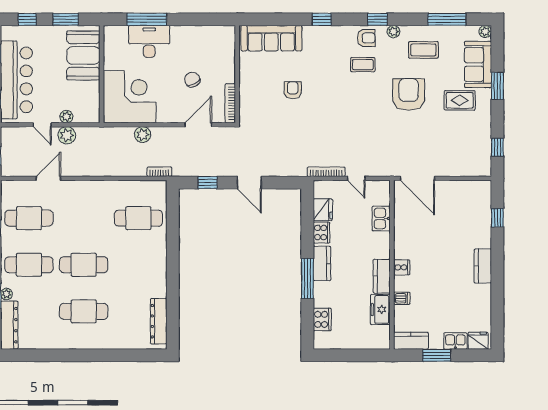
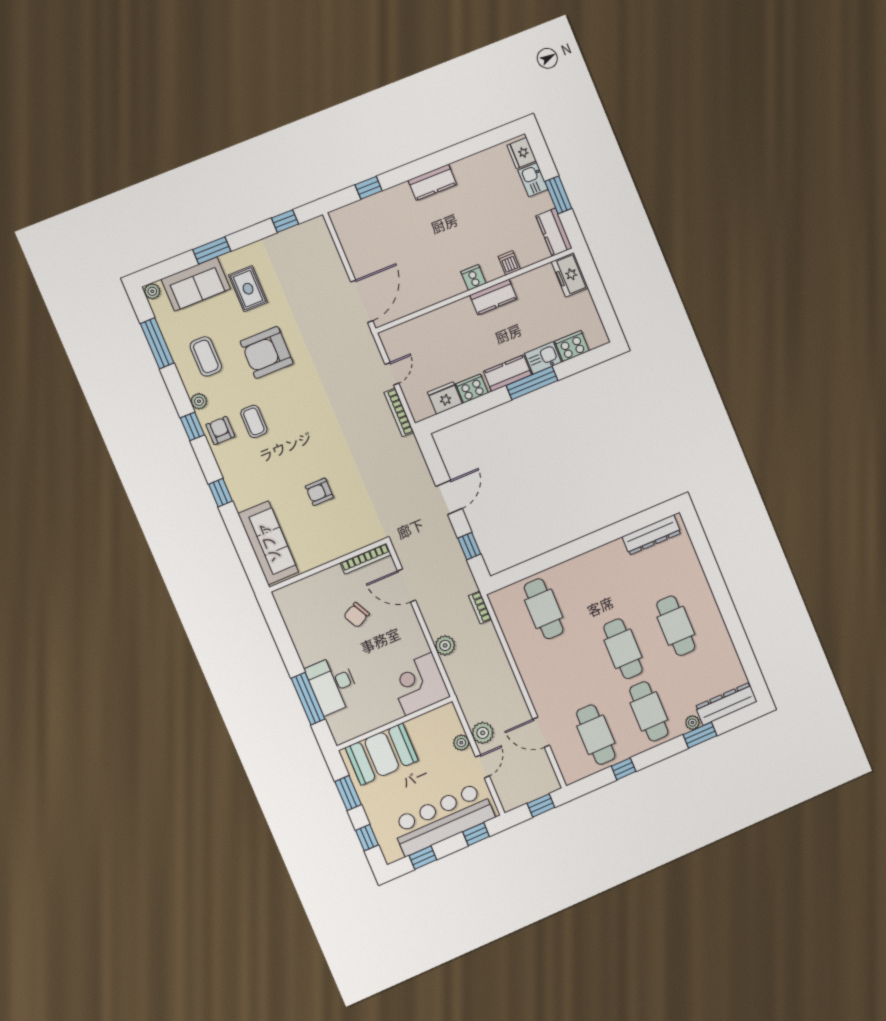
corner desk: (130, 97) -> (419, 684), width x0.74, depth x0.74
kitchen sink: (381, 219) -> (543, 358), moved, turned 180
freezer: (380, 309) -> (570, 275), moved, turned 90

